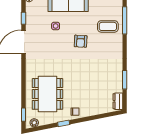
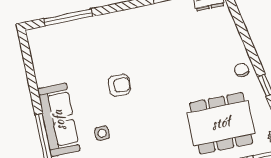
coffee table: (108, 26) -> (84, 44), removed

